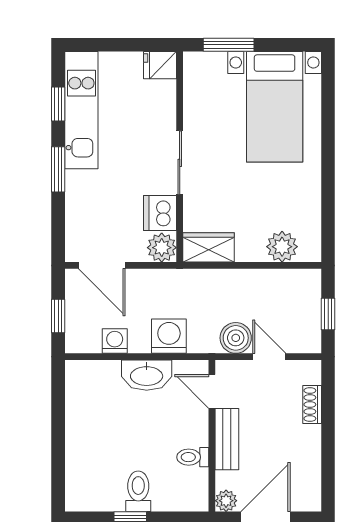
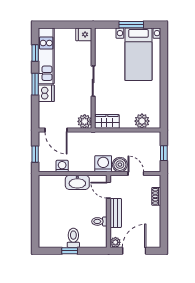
window: (229, 45) -> (131, 25), moved
dishwasher: (160, 213) -> (46, 93), moved, turned 180
washing machine: (169, 336) -> (103, 164), moved

